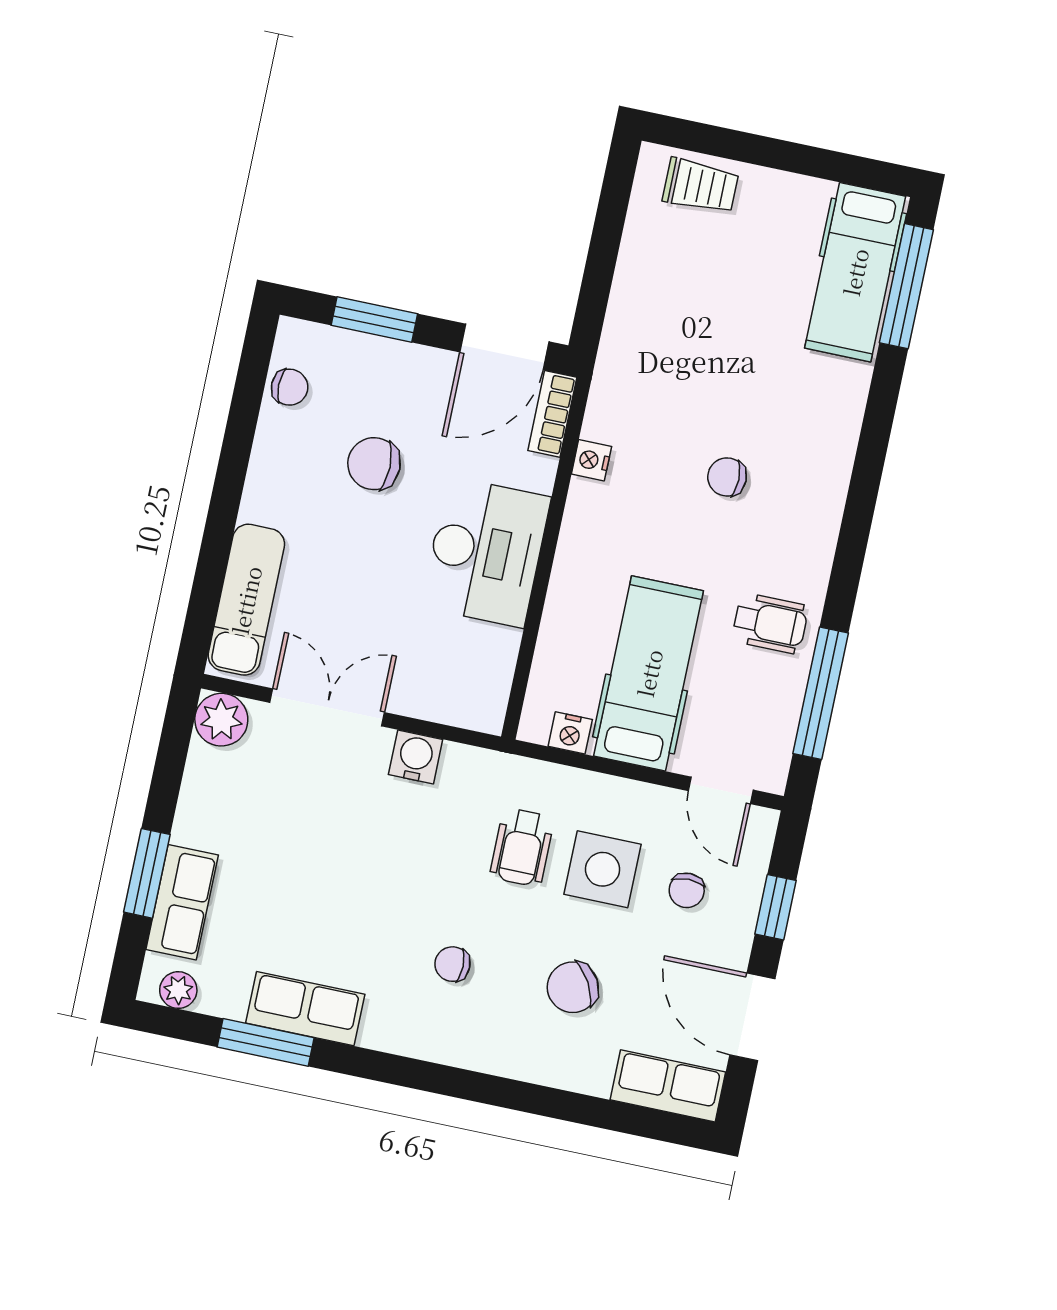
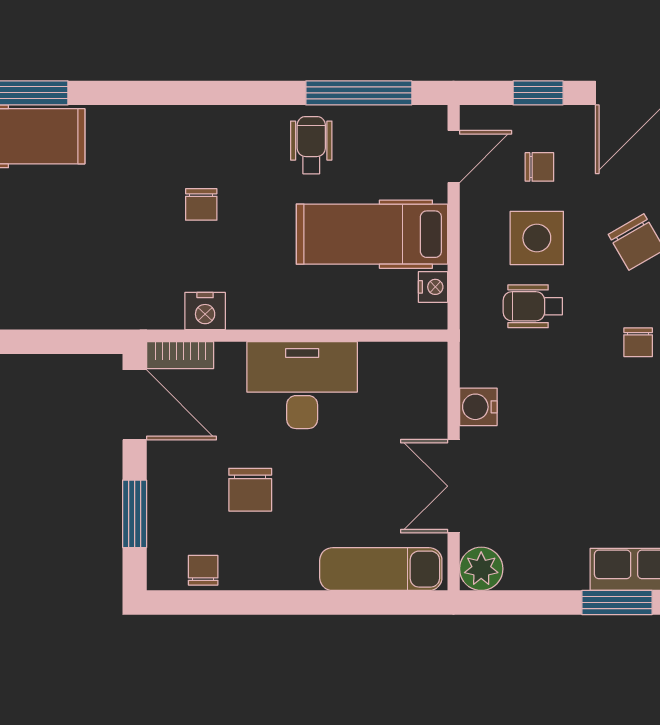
nightstand: (591, 460) -> (205, 311), width x1.39, depth x1.35
wheelchair: (522, 847) -> (533, 306), turned 180

